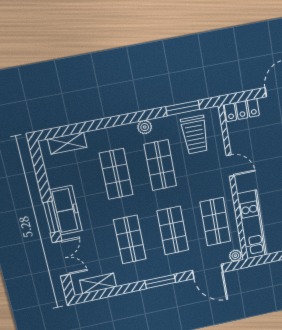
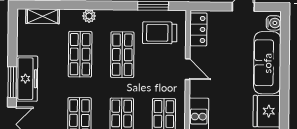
locker: (242, 110) -> (198, 29), moved, turned -90
plant: (145, 127) -> (89, 16), moved
trolley: (195, 135) -> (160, 33), turned 90

